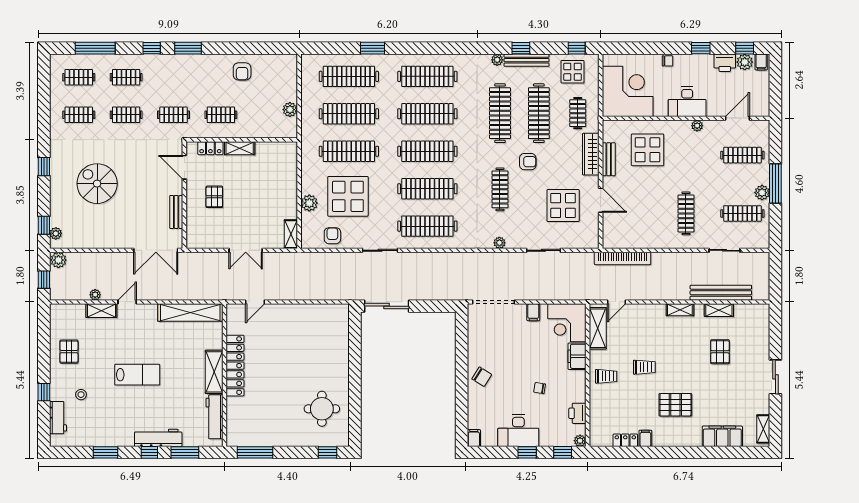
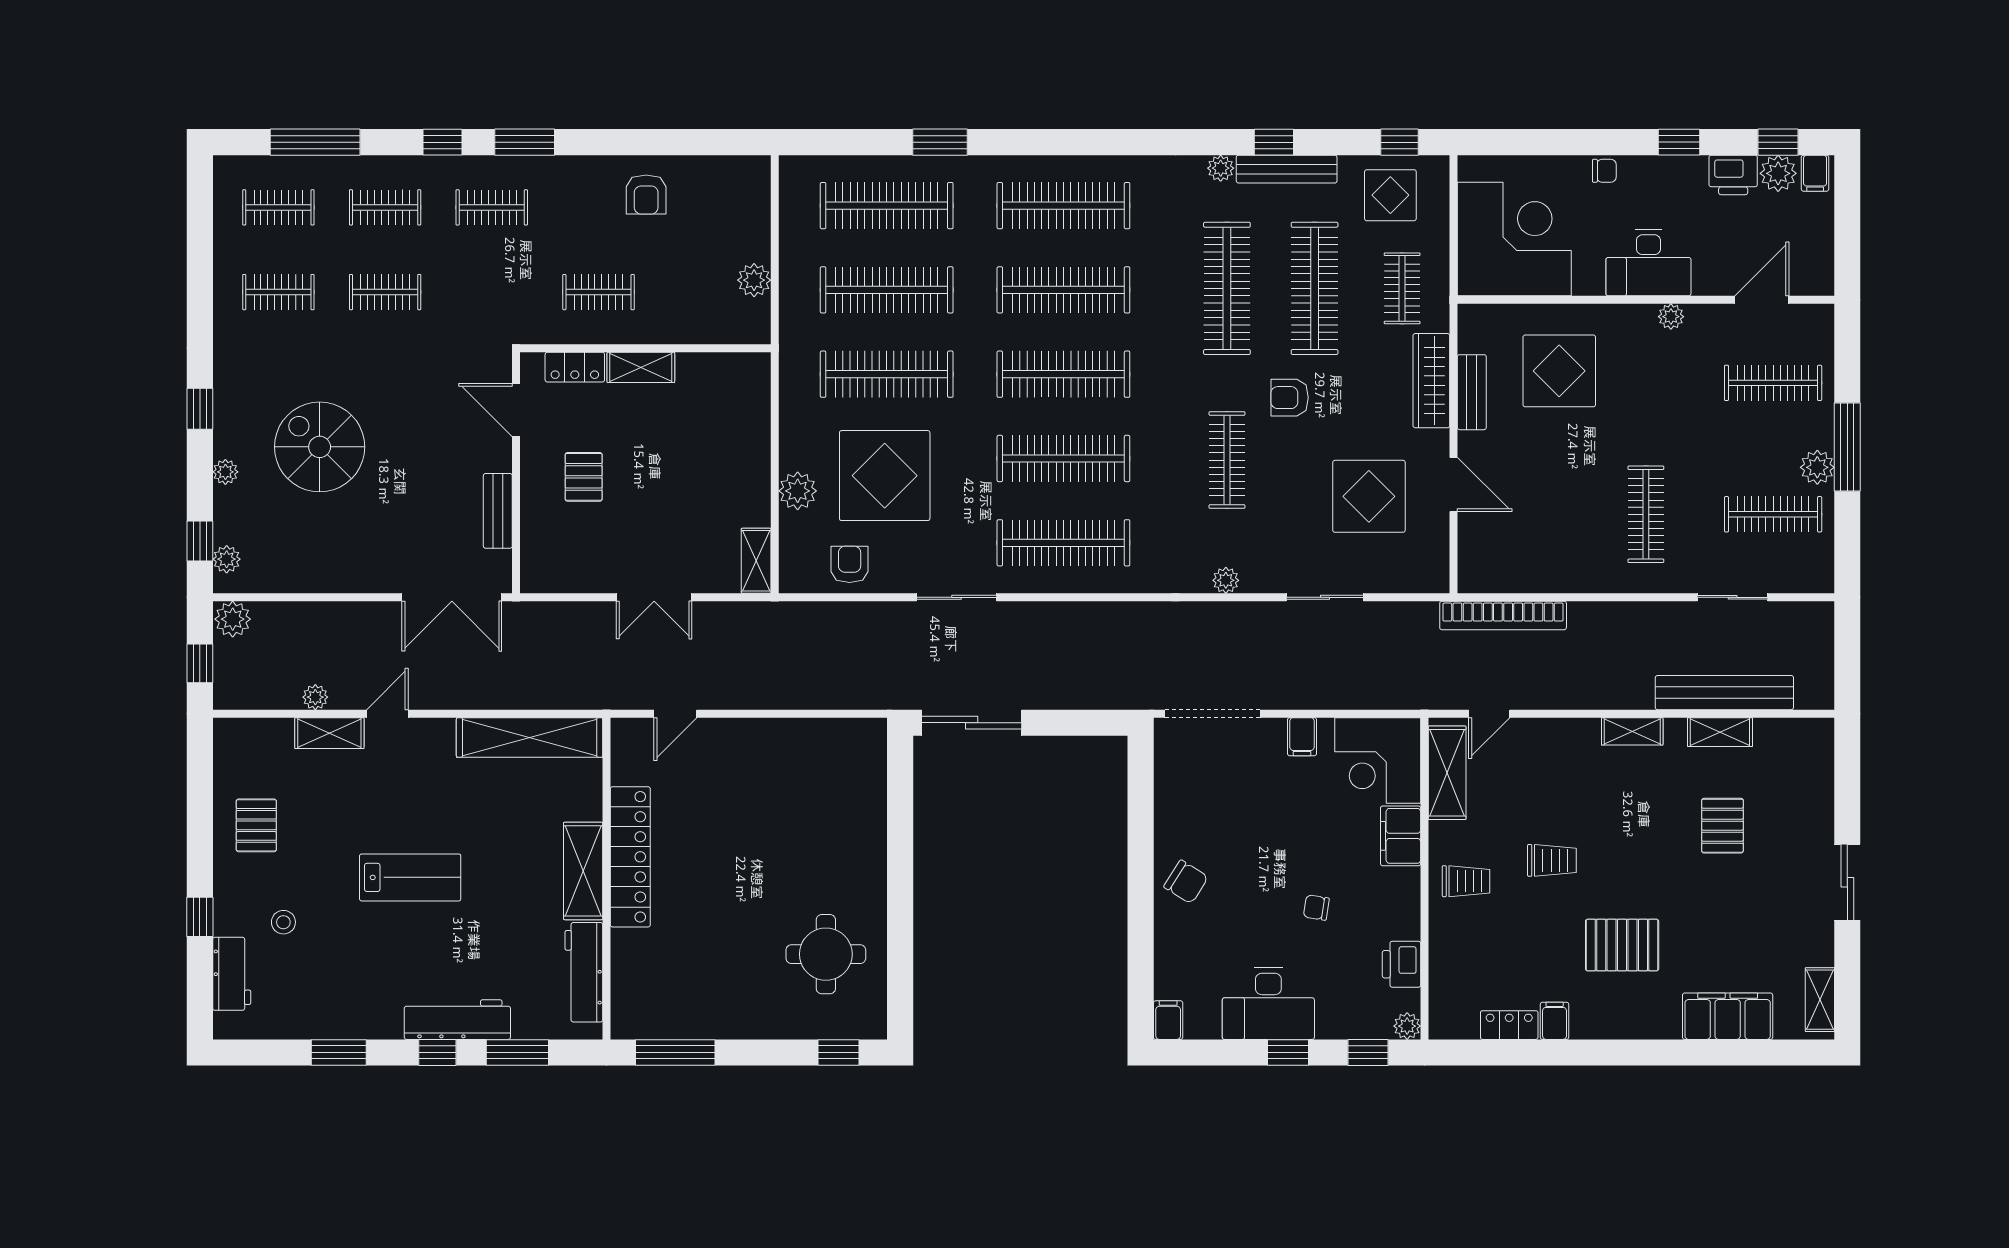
clothes rail: (174, 115) -> (492, 207), moved
armchair: (528, 162) -> (1290, 398), turned 180
plant: (55, 195) -> (225, 472), added

